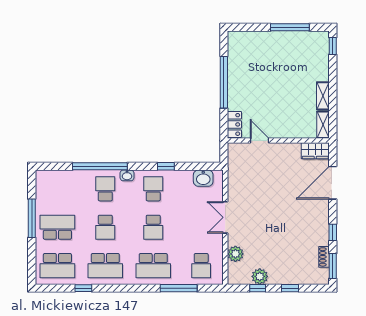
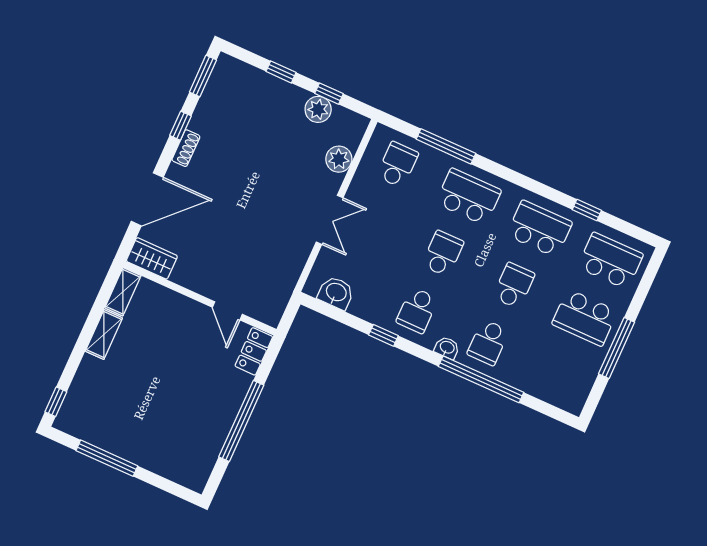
shoe rack: (324, 257) -> (186, 148), moved

